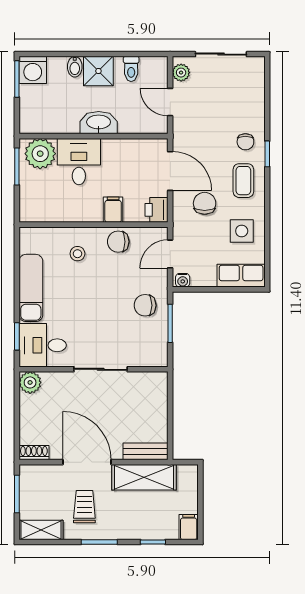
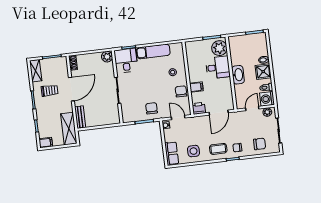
washing machine: (33, 70) -> (267, 99), moved
chair: (205, 203) -> (260, 144), moved
shelving: (144, 477) -> (69, 129), moved

